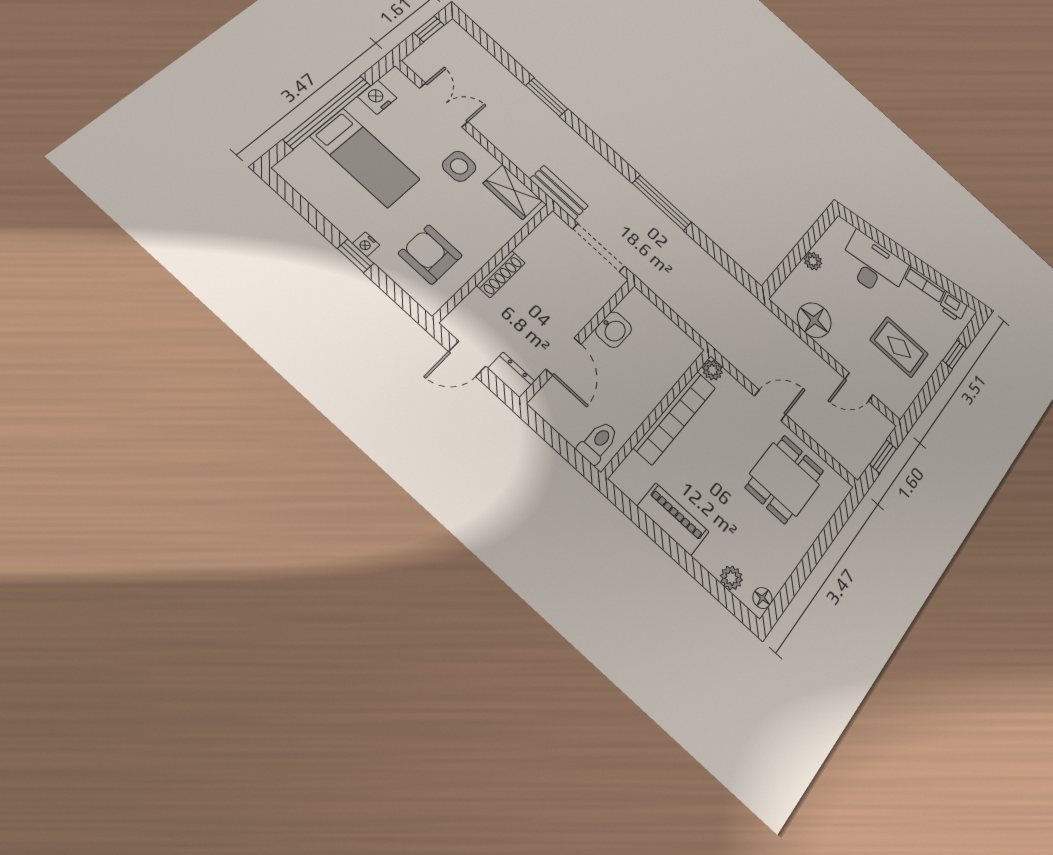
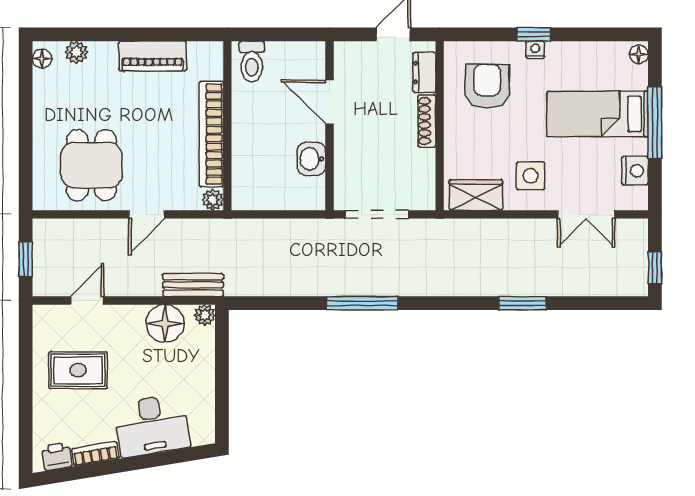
window: (327, 112) -> (655, 123), width x0.68
floor lamp: (288, 166) -> (639, 54), added
bench: (559, 193) -> (193, 285), moved
armchair: (430, 254) -> (487, 86), turned -90
plant: (813, 261) -> (205, 315), moved
window: (955, 355) -> (26, 411), removed
dresser: (511, 375) -> (424, 72), moved, turned 90

